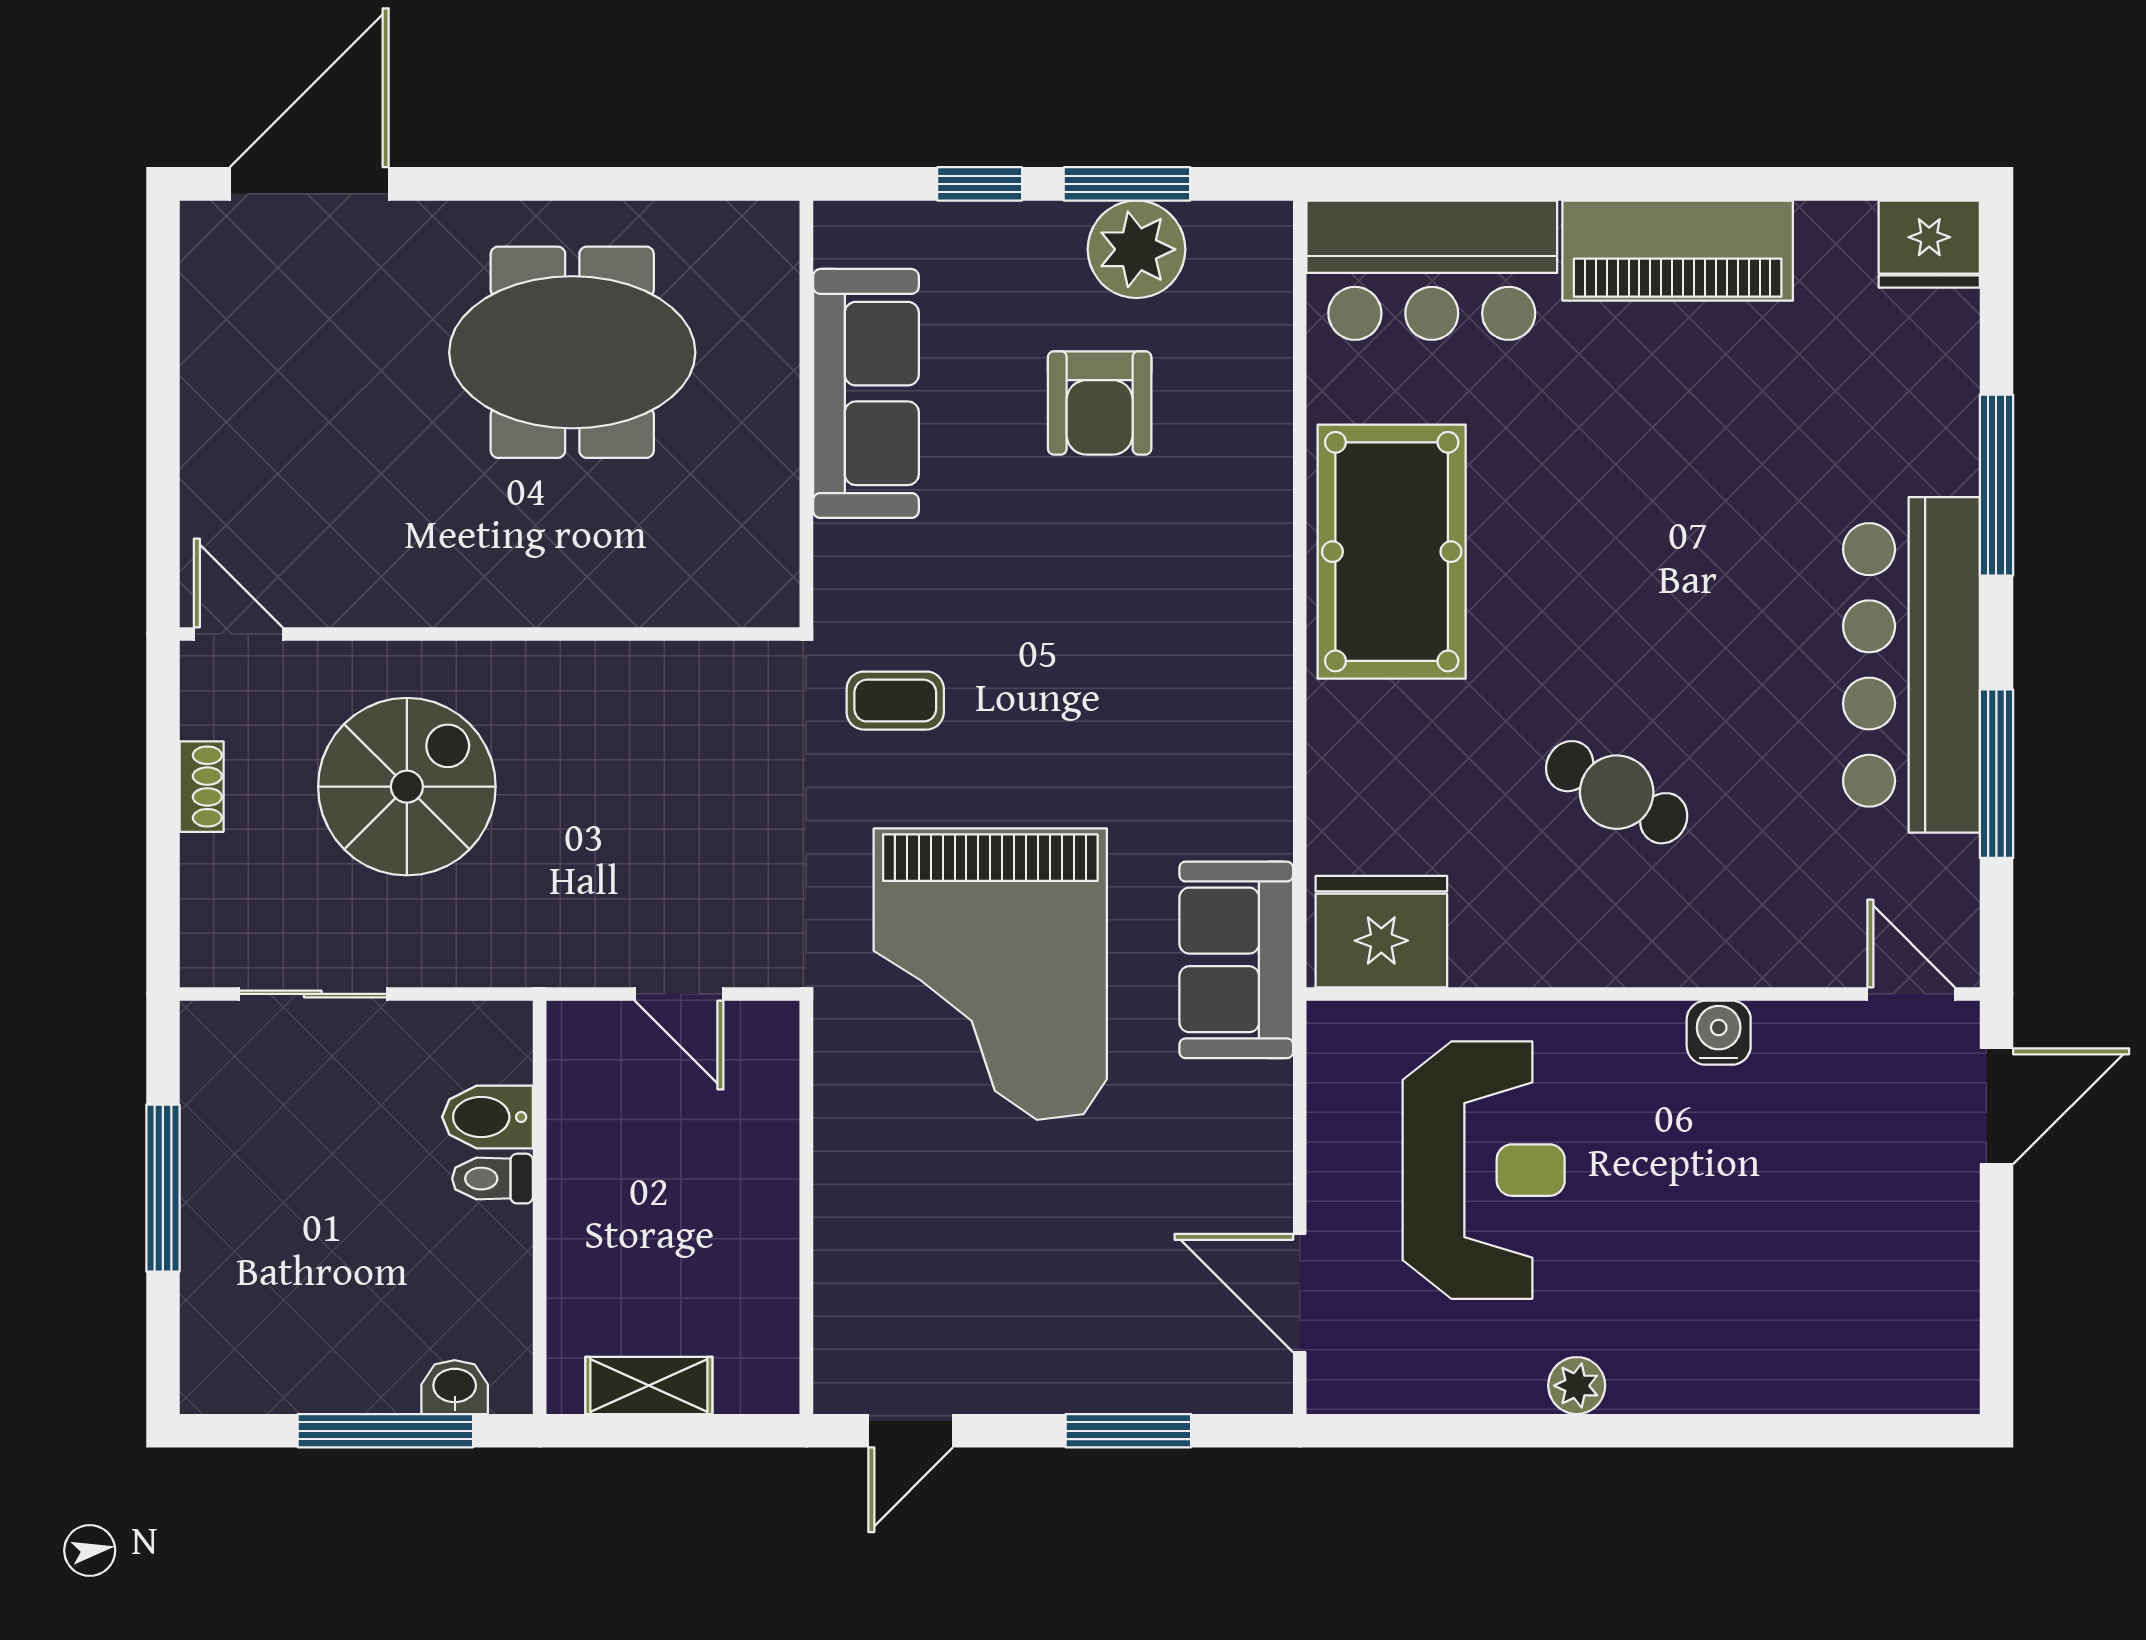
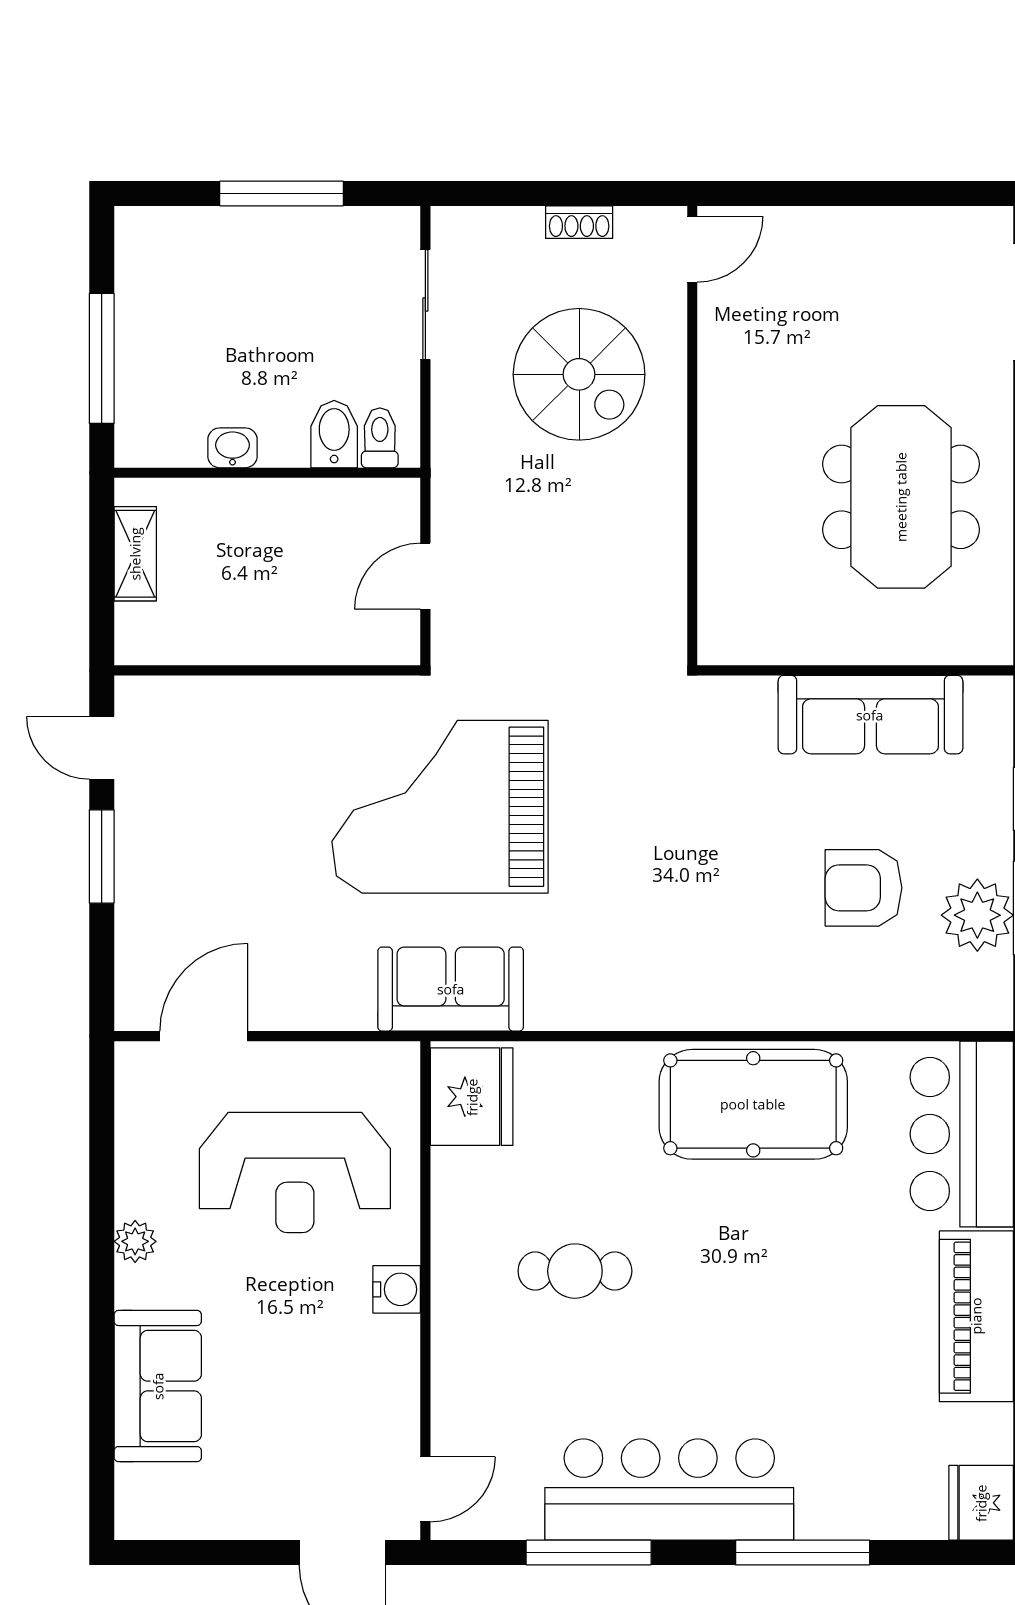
coffee table: (895, 701) -> (643, 736), removed
cafe table: (1617, 792) -> (575, 1271), turned 61
water cooler: (1719, 1033) -> (397, 1289), moved
toilet: (493, 1179) -> (380, 438), moved
sofa: (1772, 1355) -> (158, 1386), added
washbasin: (455, 1387) -> (232, 448), moved, turned -90
window: (1128, 1431) -> (102, 856), moved

